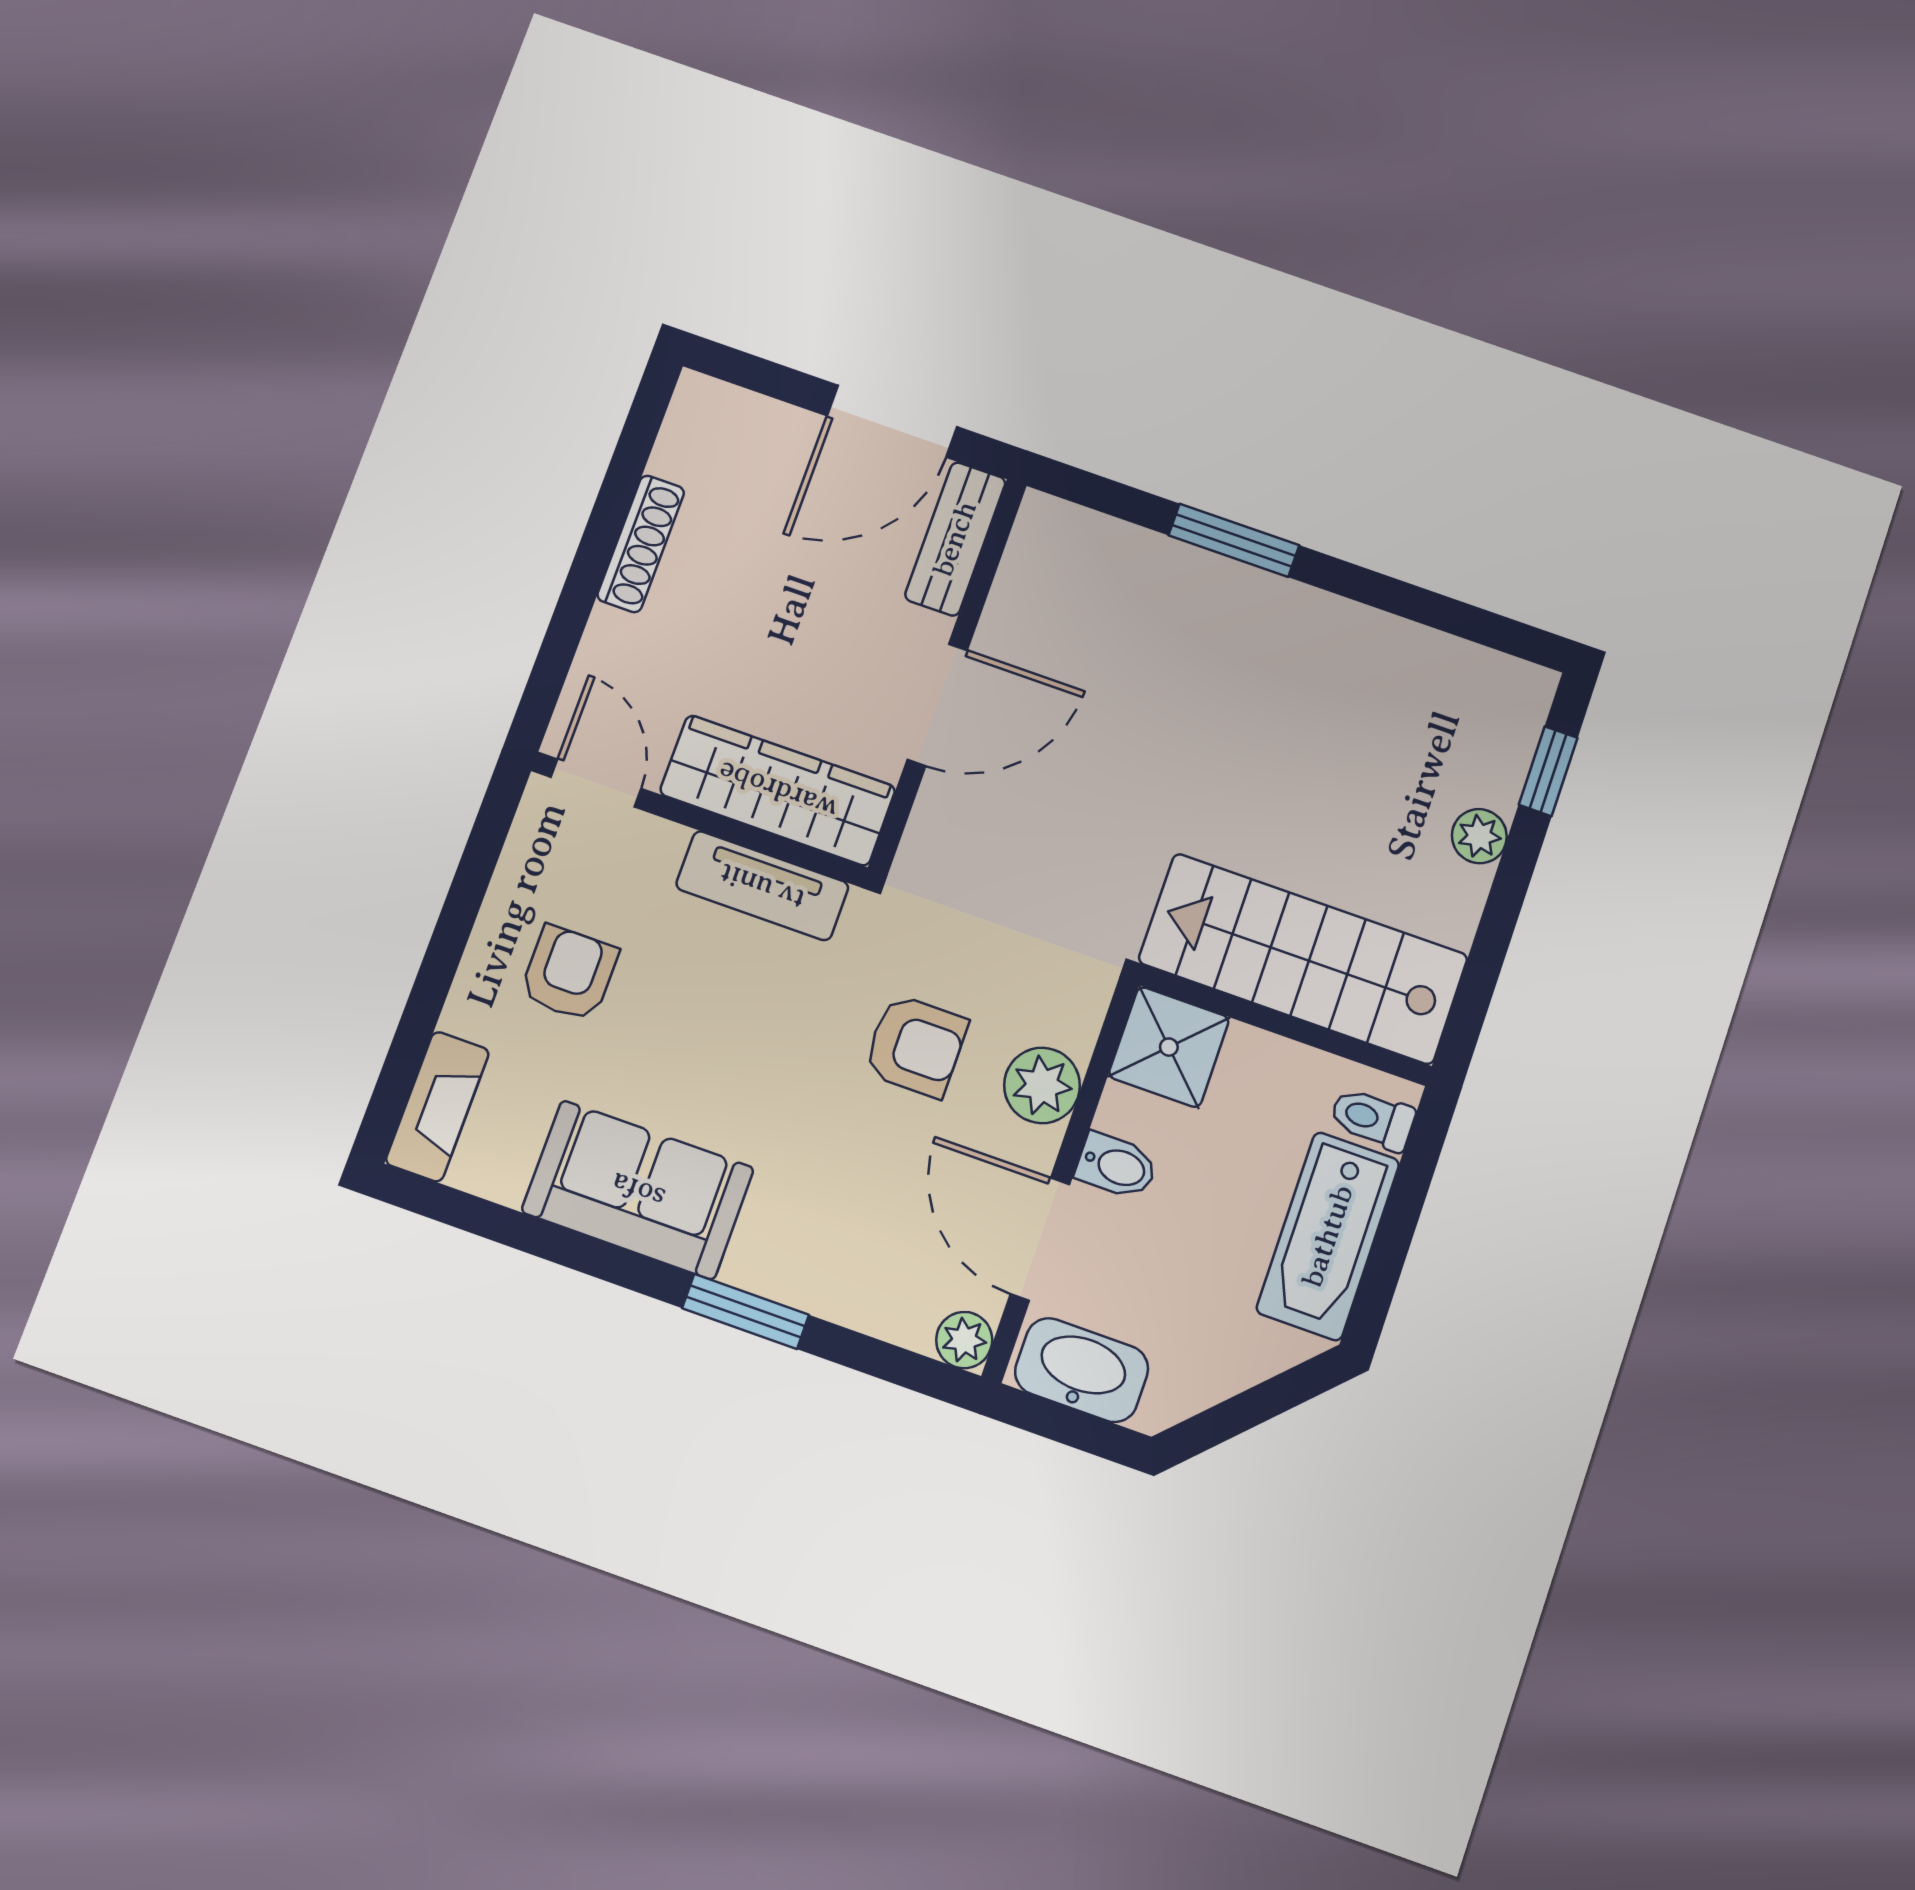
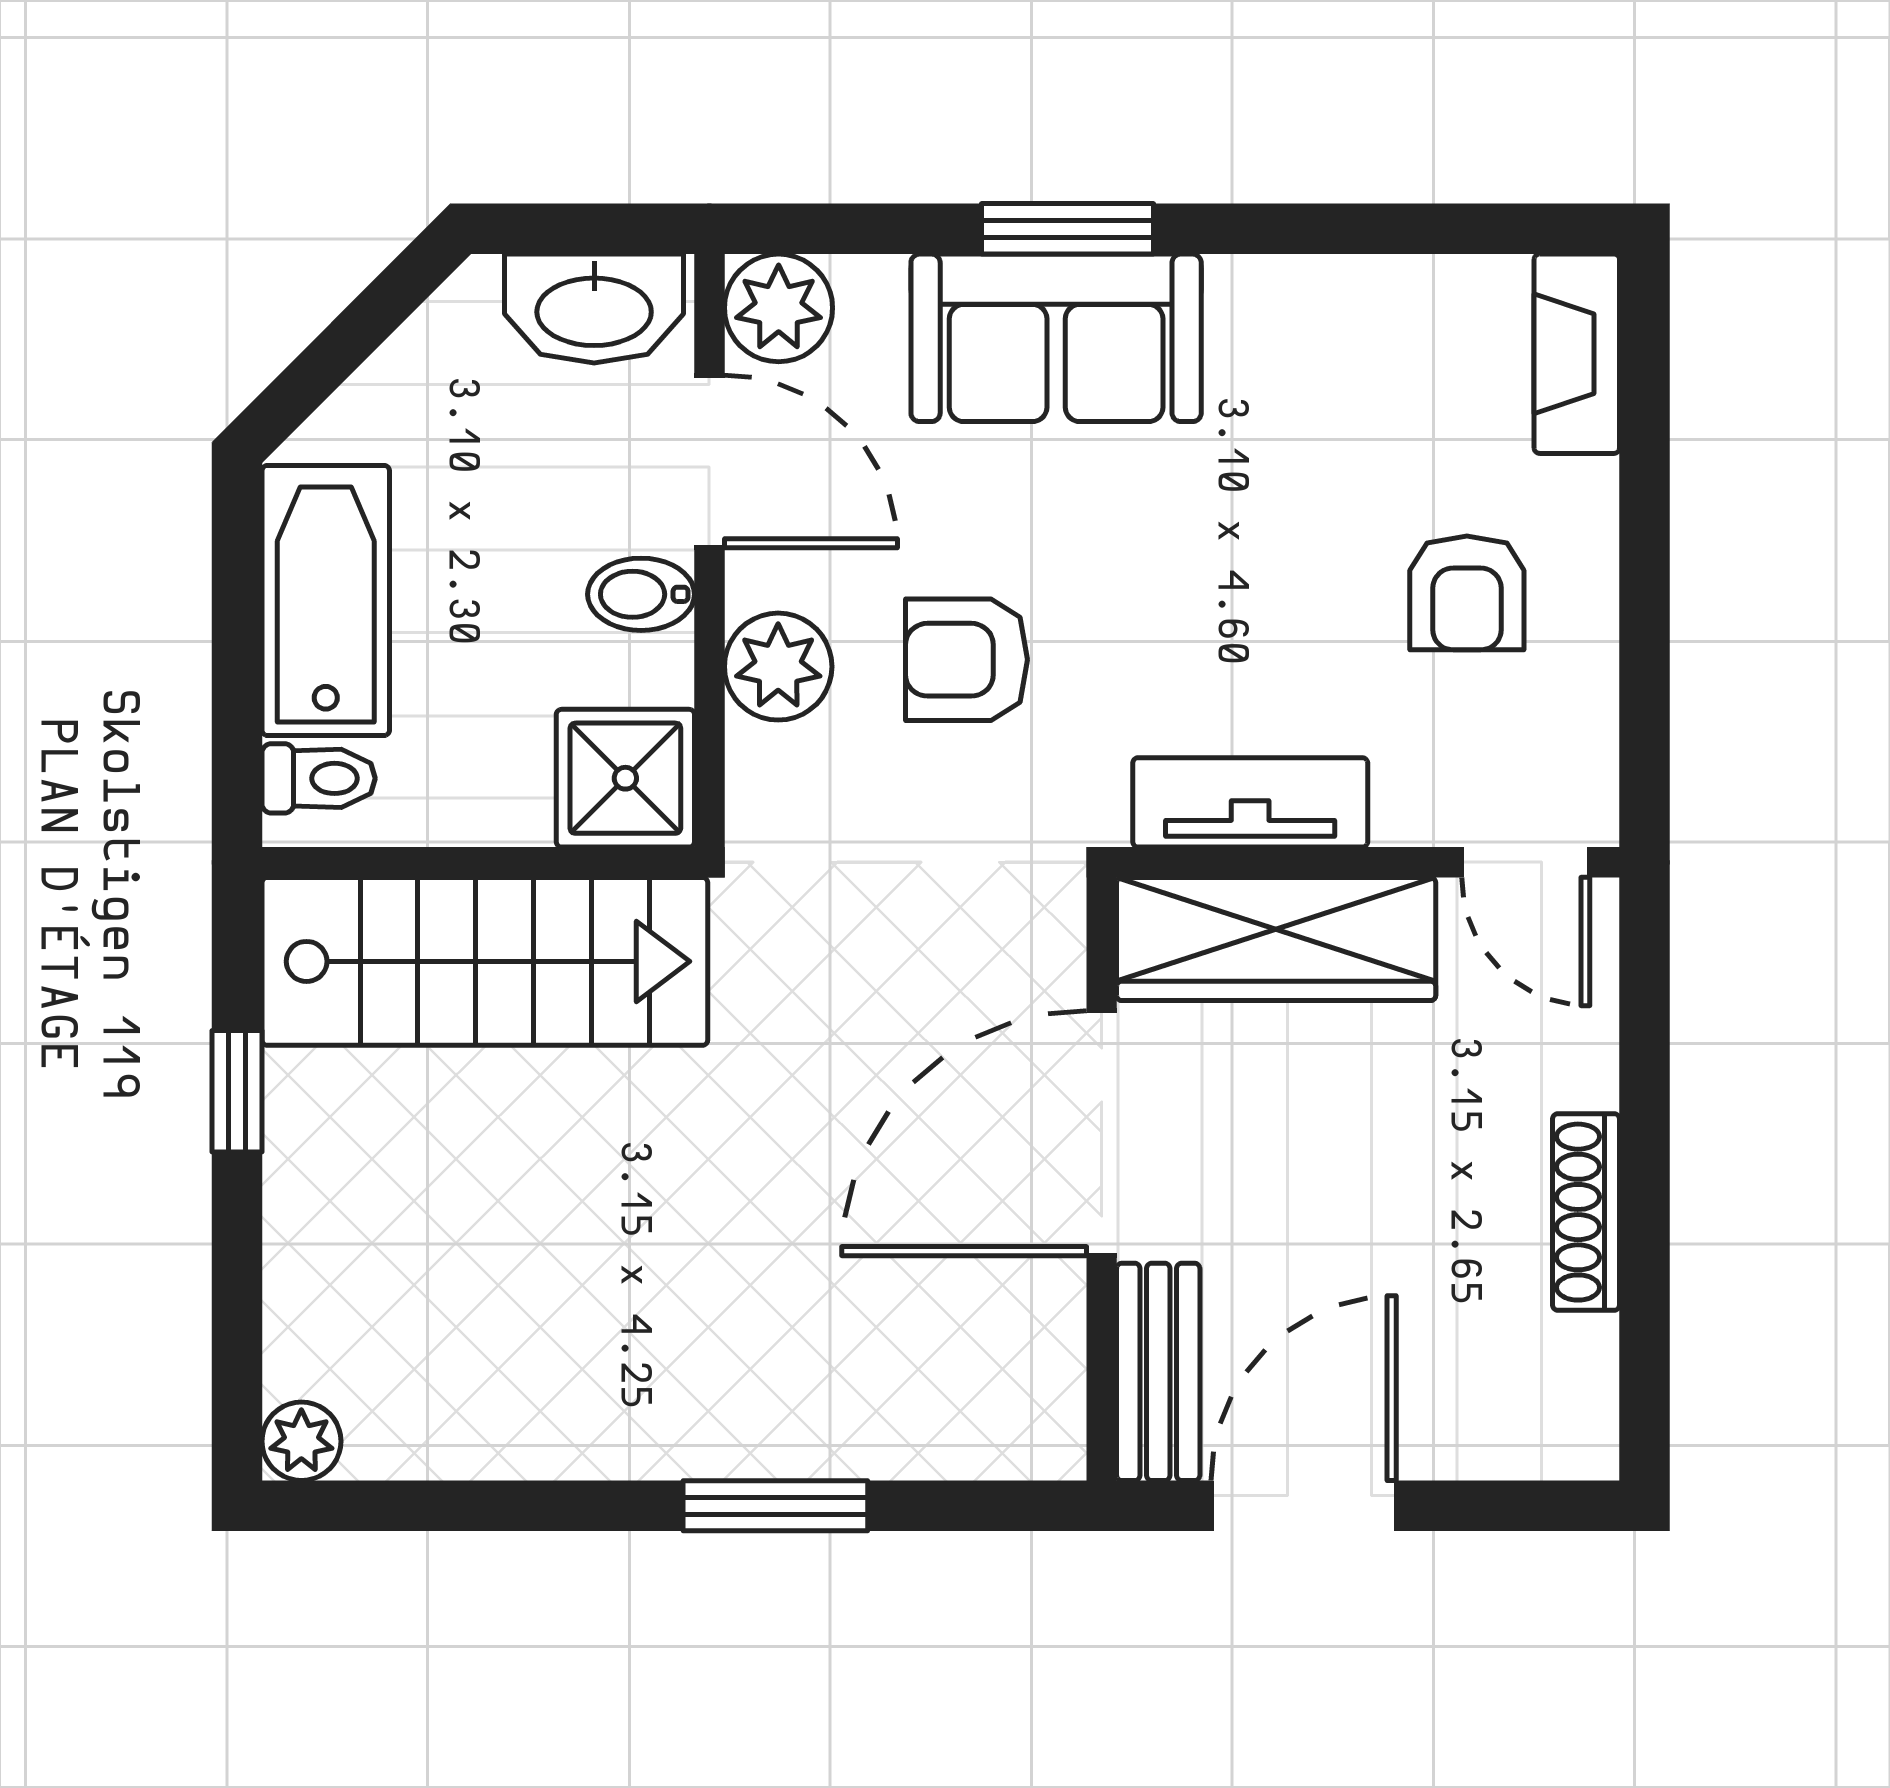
door: (937, 705) -> (1102, 1133), width x1.36
window: (1548, 771) -> (237, 1091), moved
plant: (1479, 836) -> (301, 1441), moved
sofa: (638, 1190) -> (1056, 338), moved
plant: (964, 1340) -> (779, 308), width x1.38, depth x1.38

